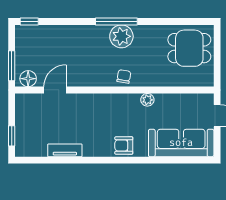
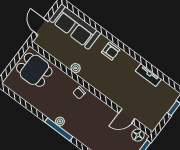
plant: (121, 36) -> (60, 121), width x0.53, depth x0.53
dining table: (189, 48) -> (34, 70), moved

